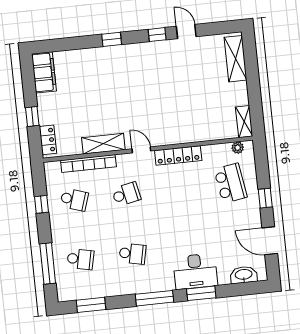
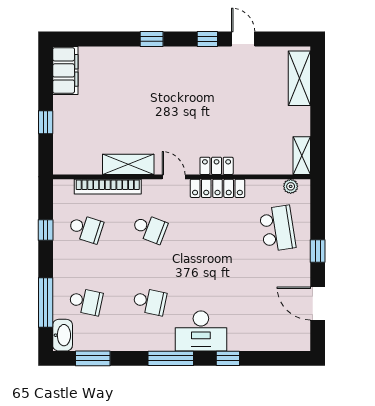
locker: (48, 140) -> (217, 166), moved, turned -90
school desk: (126, 194) -> (150, 229), turned 33
desk: (195, 271) -> (201, 331), moved
washbasin: (244, 275) -> (63, 335), moved, turned 90
window: (201, 293) -> (228, 358), width x0.67

